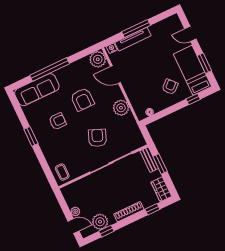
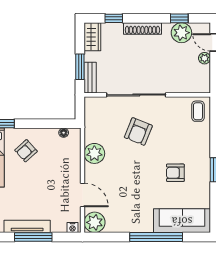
tv unit: (133, 39) -> (27, 226), moved
armchair: (82, 99) -> (135, 184), removed

